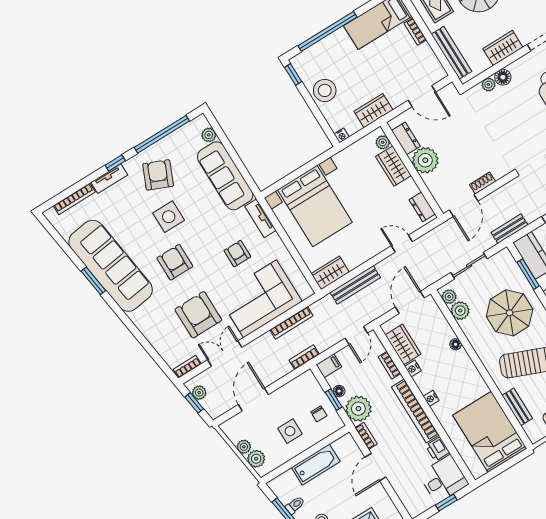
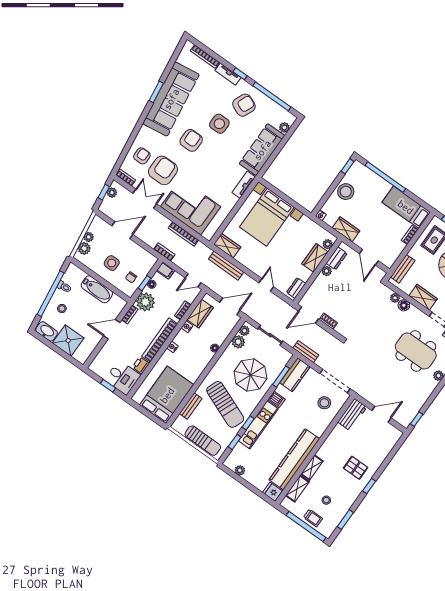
bench: (451, 53) -> (403, 269), width x0.73
plant: (425, 160) -> (327, 271), width x0.53, depth x0.53
armchair: (237, 254) -> (142, 156), moved

